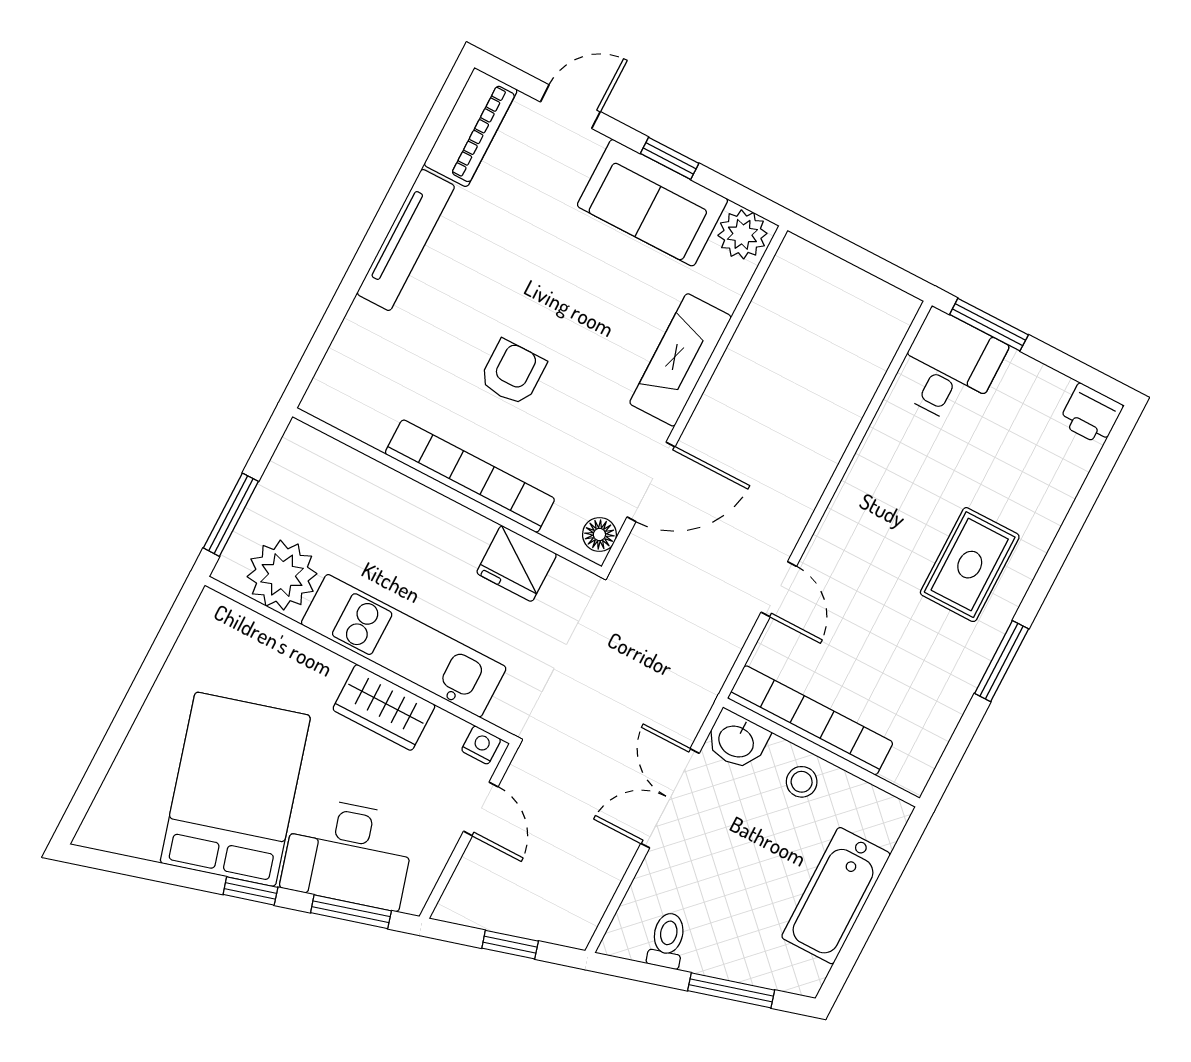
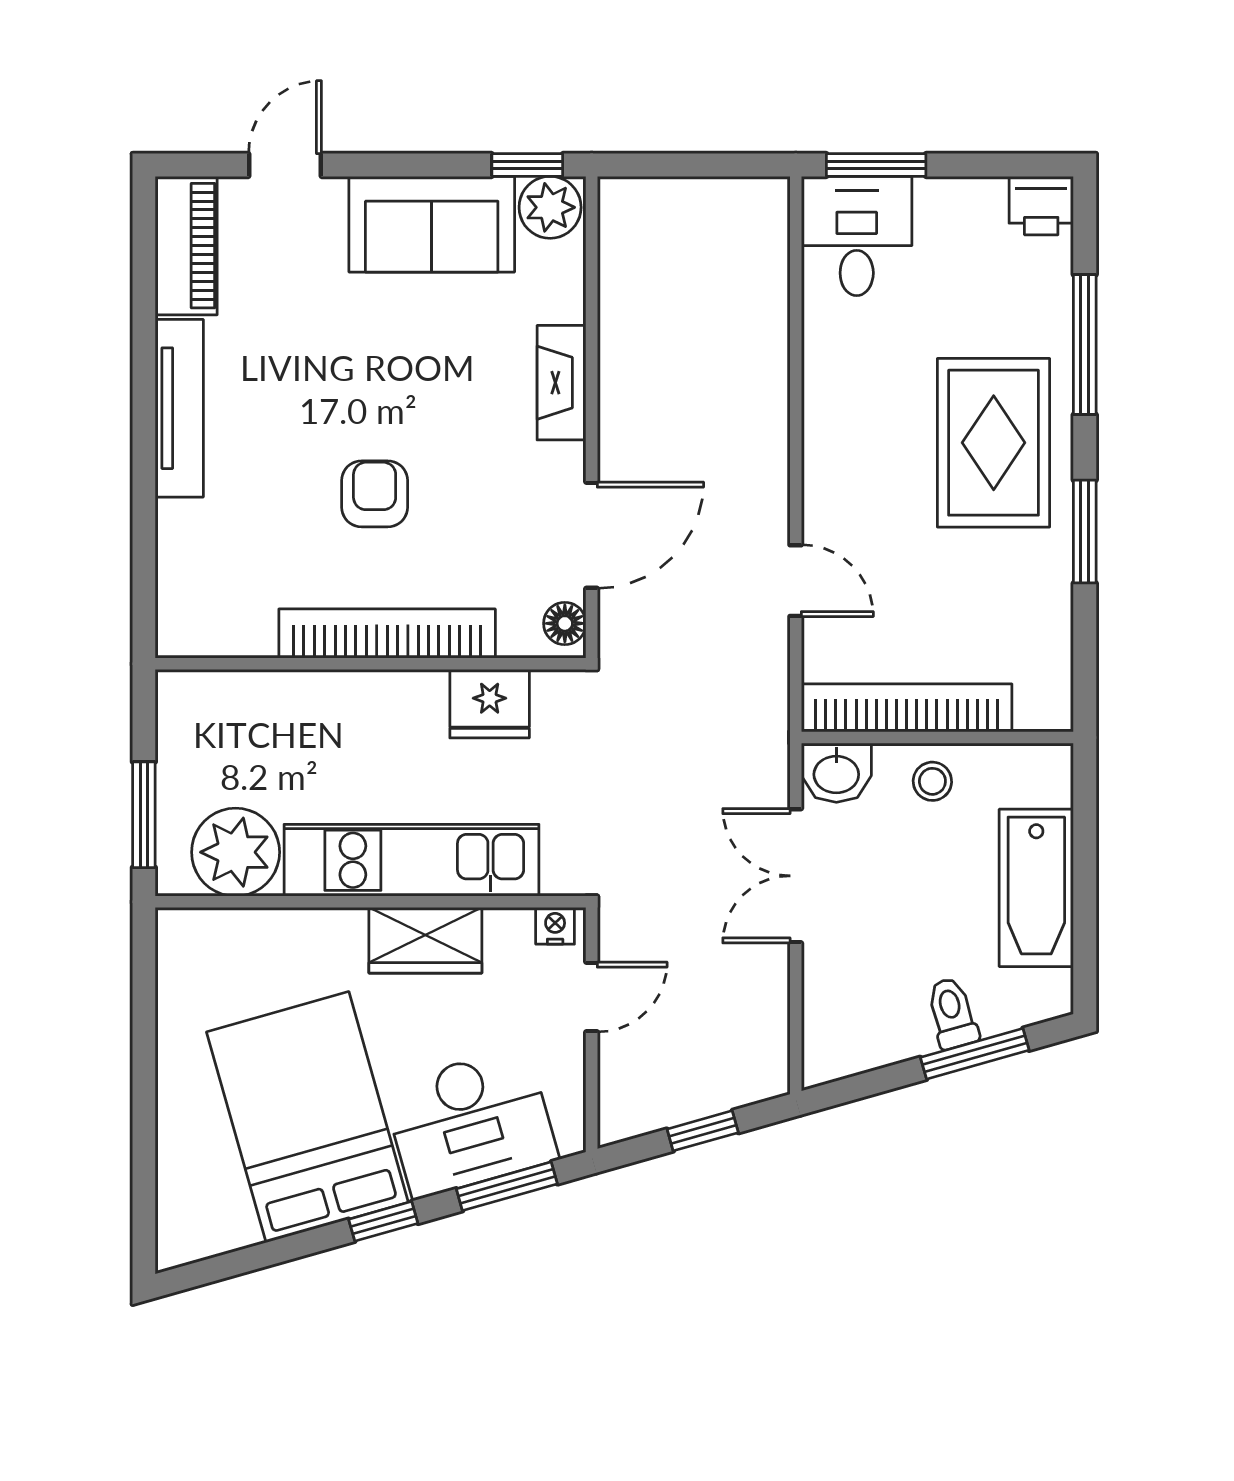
window: (670, 158) -> (527, 165), moved
fireplace: (680, 360) -> (561, 383), width x0.73, depth x0.76
window: (1071, 529) -> (1085, 345), added
rug: (970, 565) -> (994, 443), width x1.36, depth x1.43
door: (481, 809) -> (592, 997), hinge flipped
toilet: (667, 940) -> (952, 1013), moved

